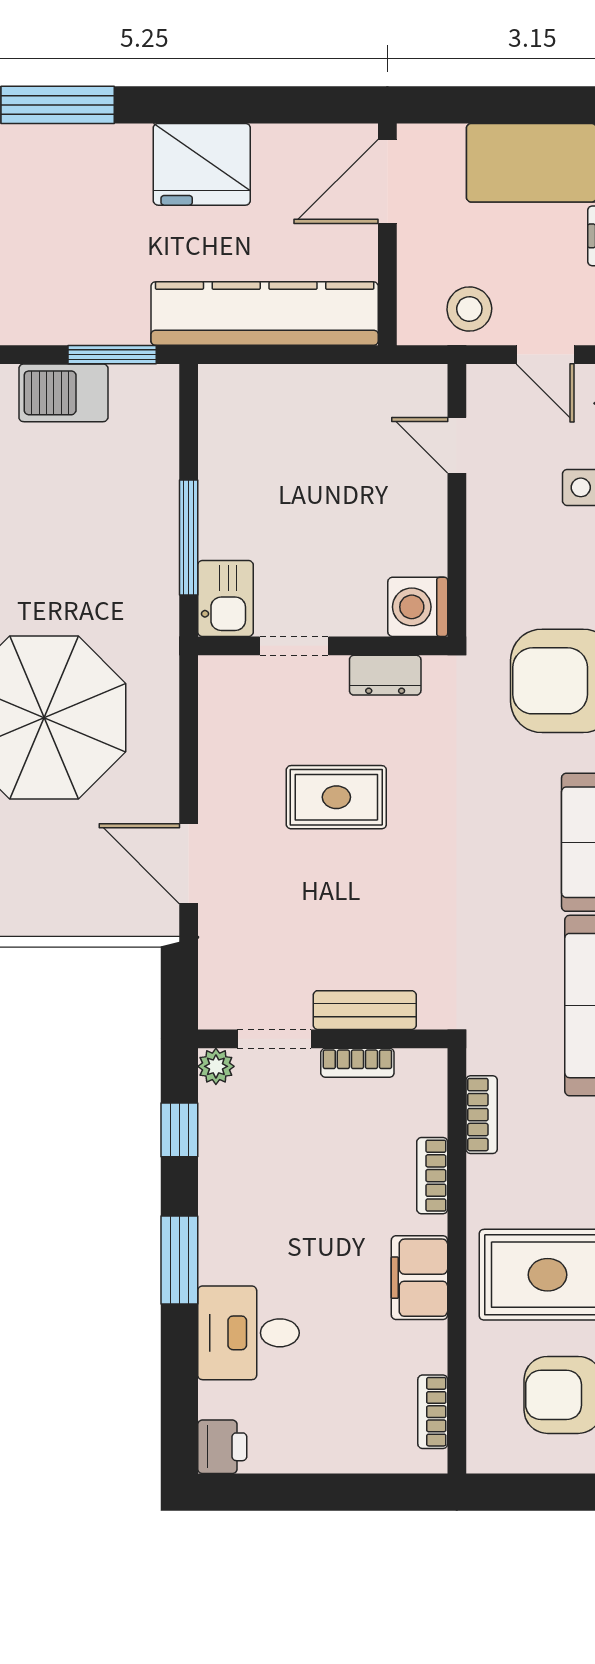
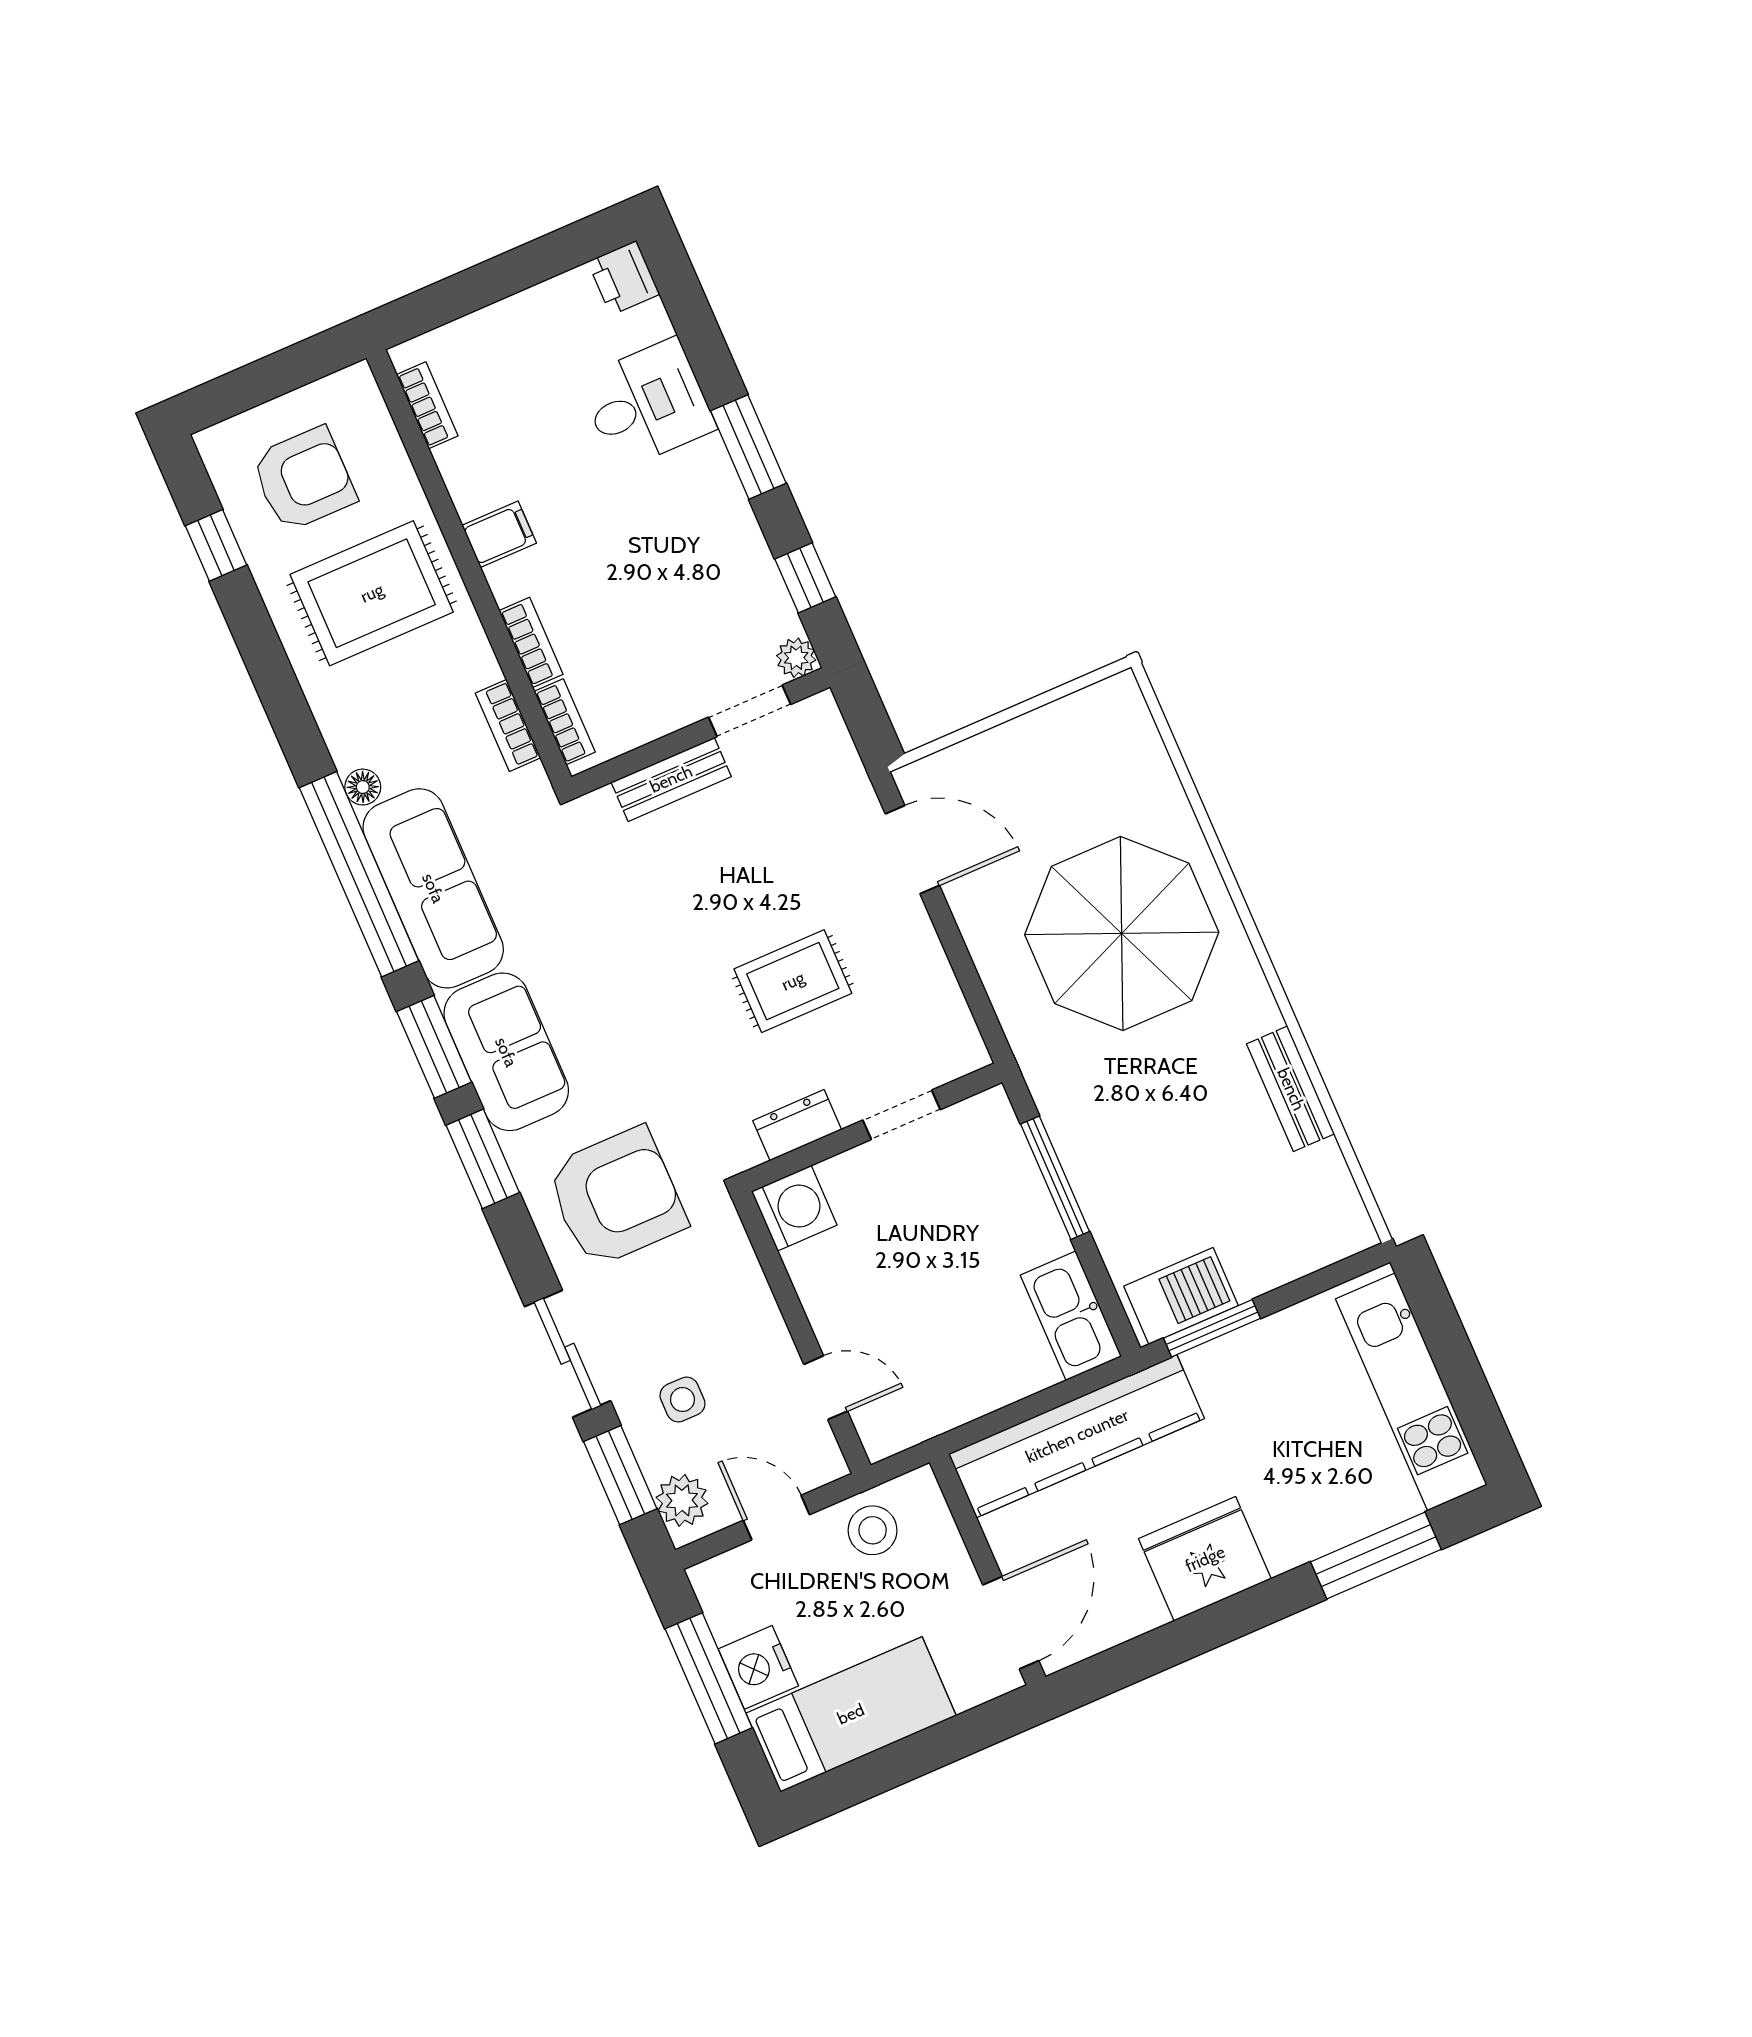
barbecue: (63, 393) -> (1181, 1296), moved
kitchen sink: (225, 599) -> (1071, 1316), moved, width x1.38
bookcase: (357, 1063) -> (565, 722), moved, turned 90
filing cabinet: (419, 1278) -> (499, 534), width x0.50

